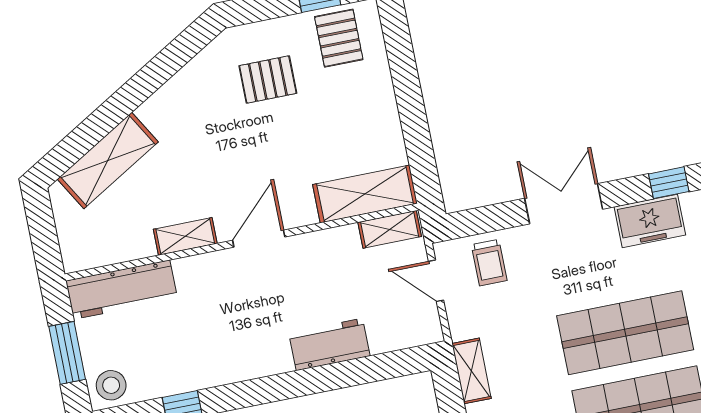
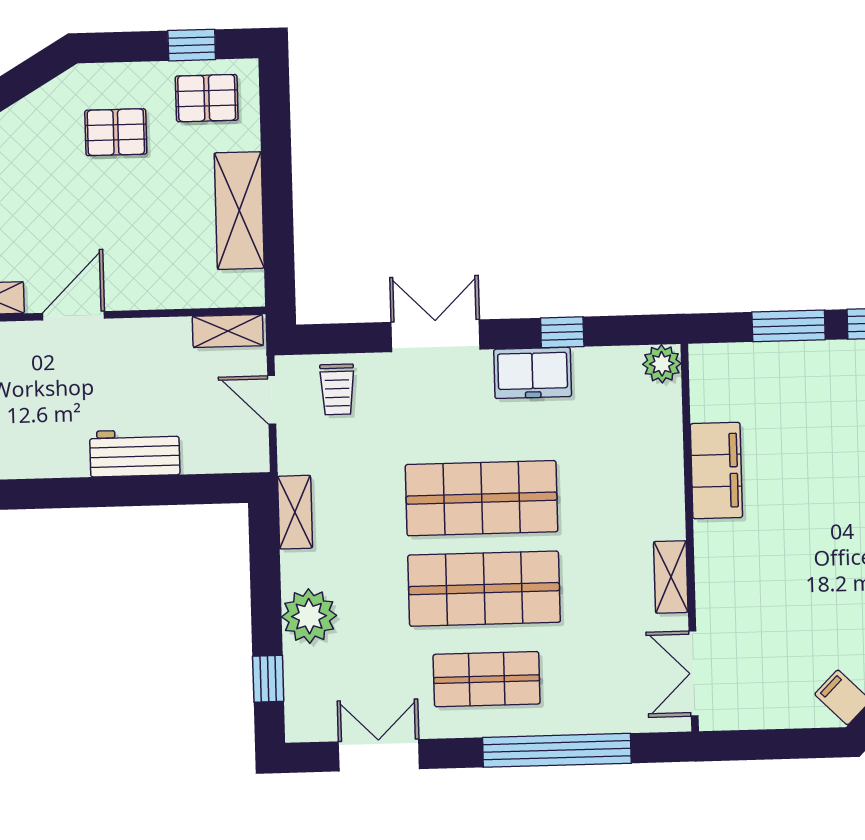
pallet: (339, 38) -> (207, 98), turned 90
shelving: (365, 194) -> (239, 211), moved, turned 90

